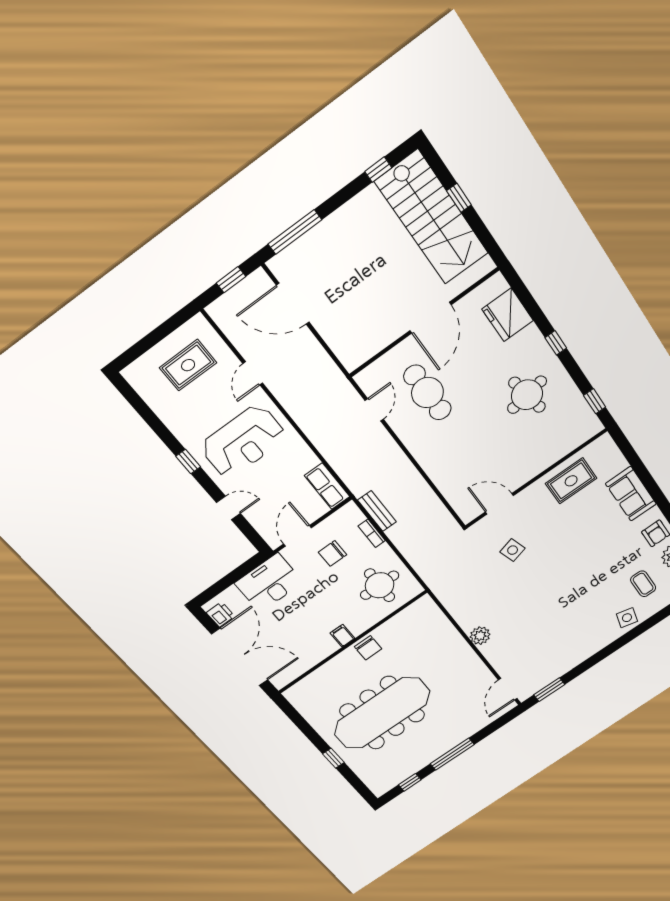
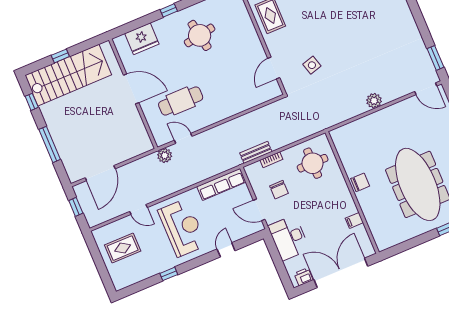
window: (295, 232) -> (50, 144), moved
rug: (188, 365) -> (123, 248), turned 90
plant: (343, 390) -> (165, 155), added
window: (188, 462) -> (169, 274), moved
row of seats: (327, 486) -> (221, 184), width x1.48
filing cabinet: (342, 636) -> (354, 220), moved

